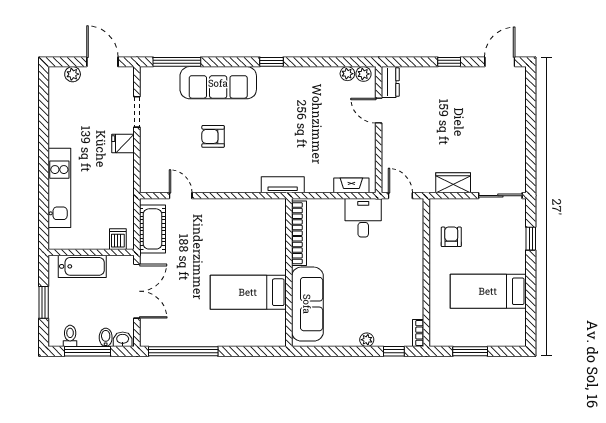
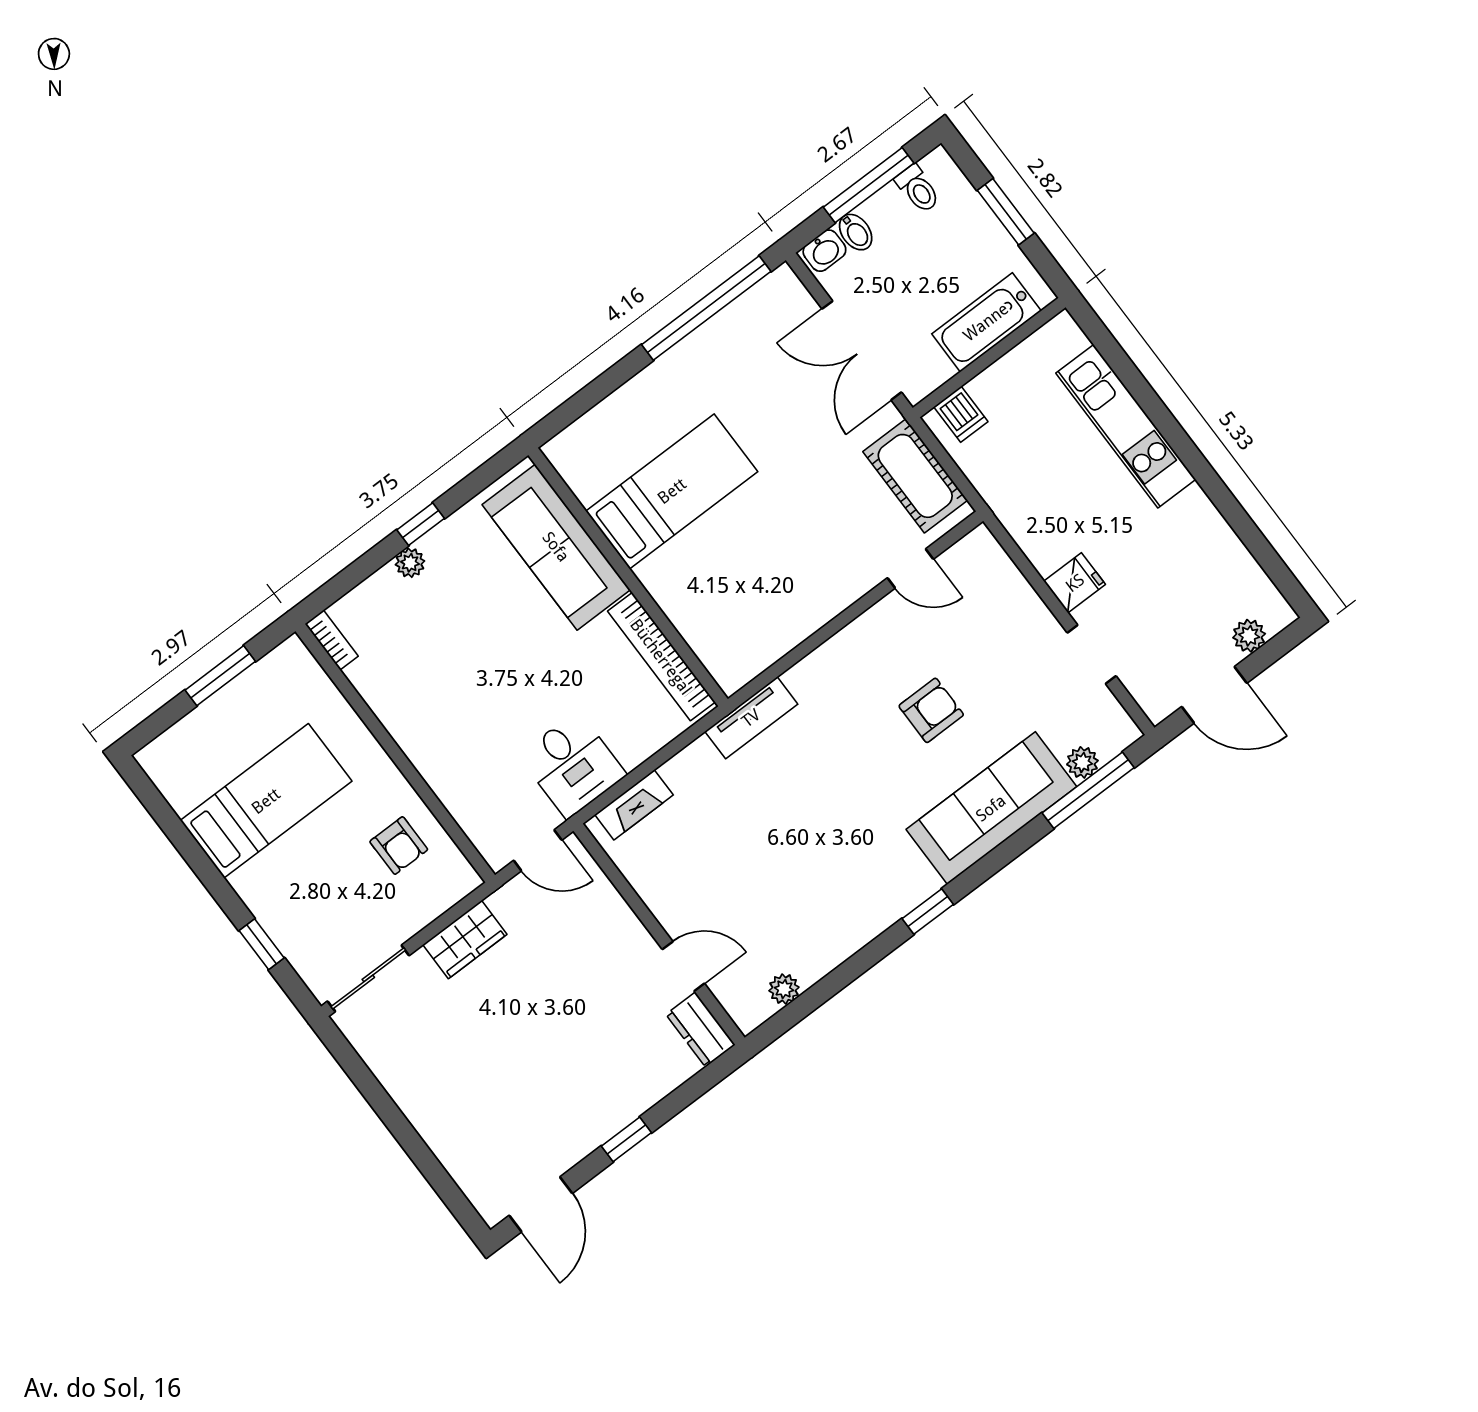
plant: (363, 74) -> (1082, 762), moved
window: (394, 351) -> (421, 524), moved

